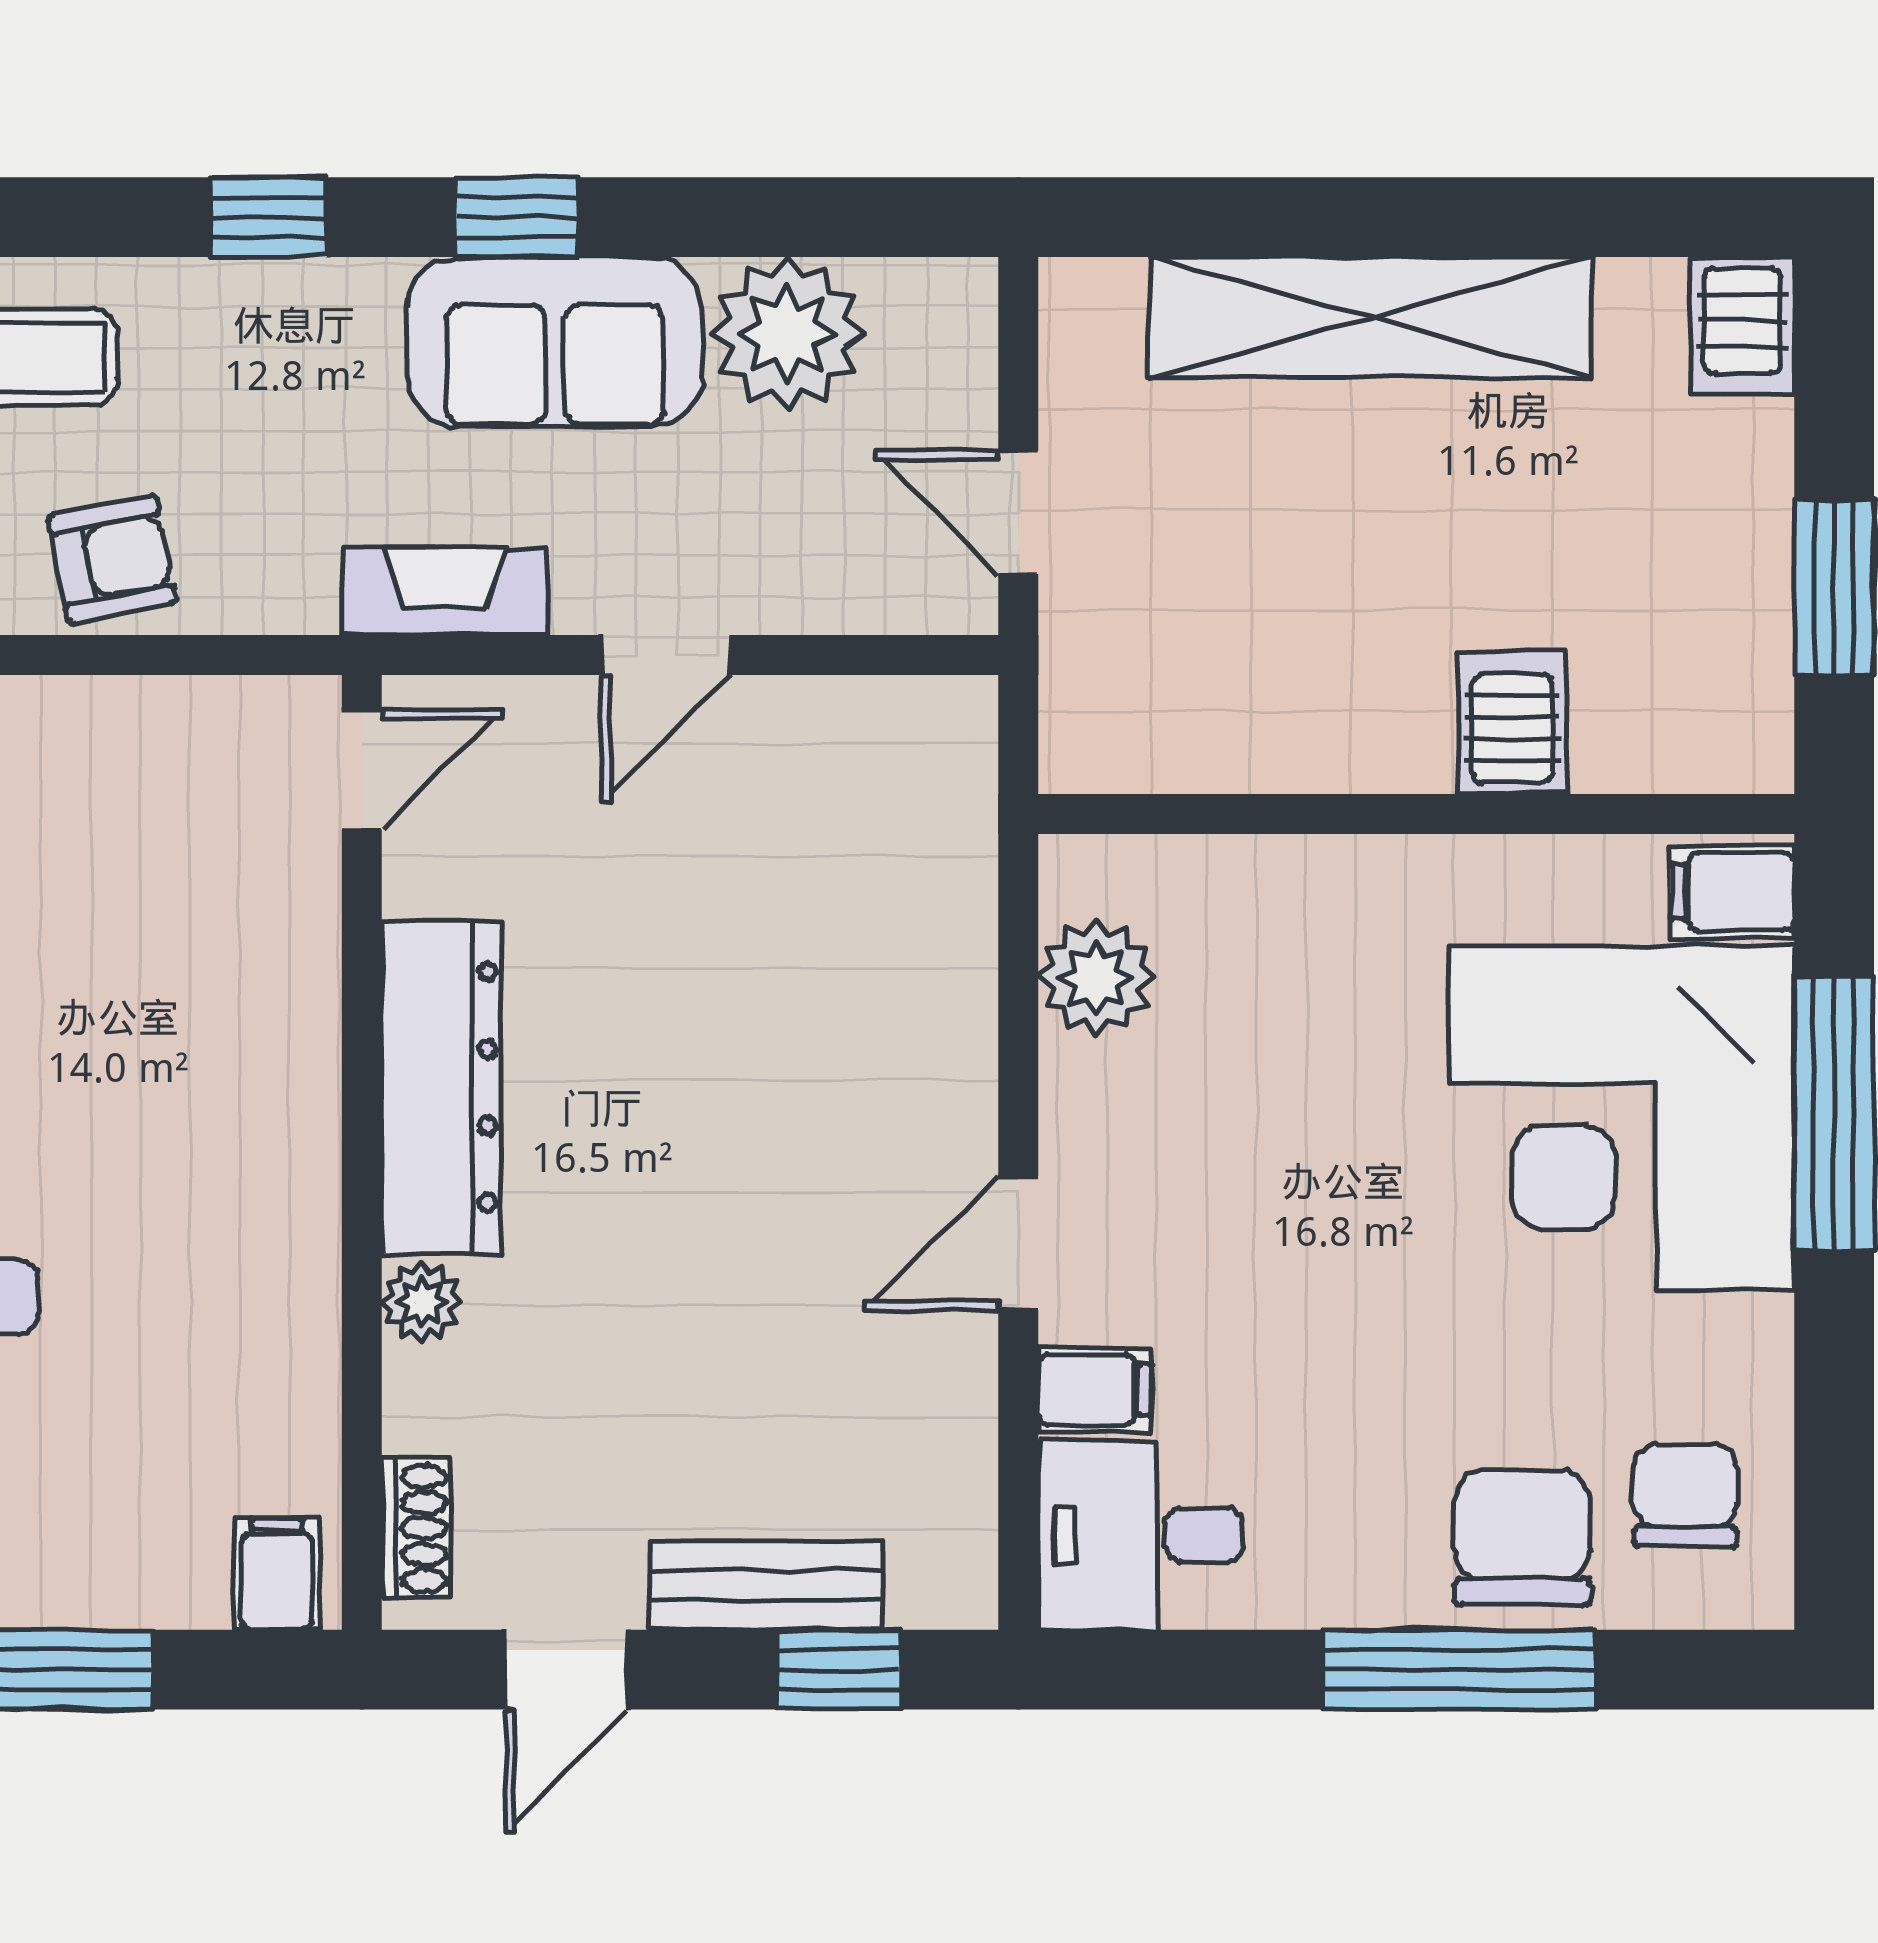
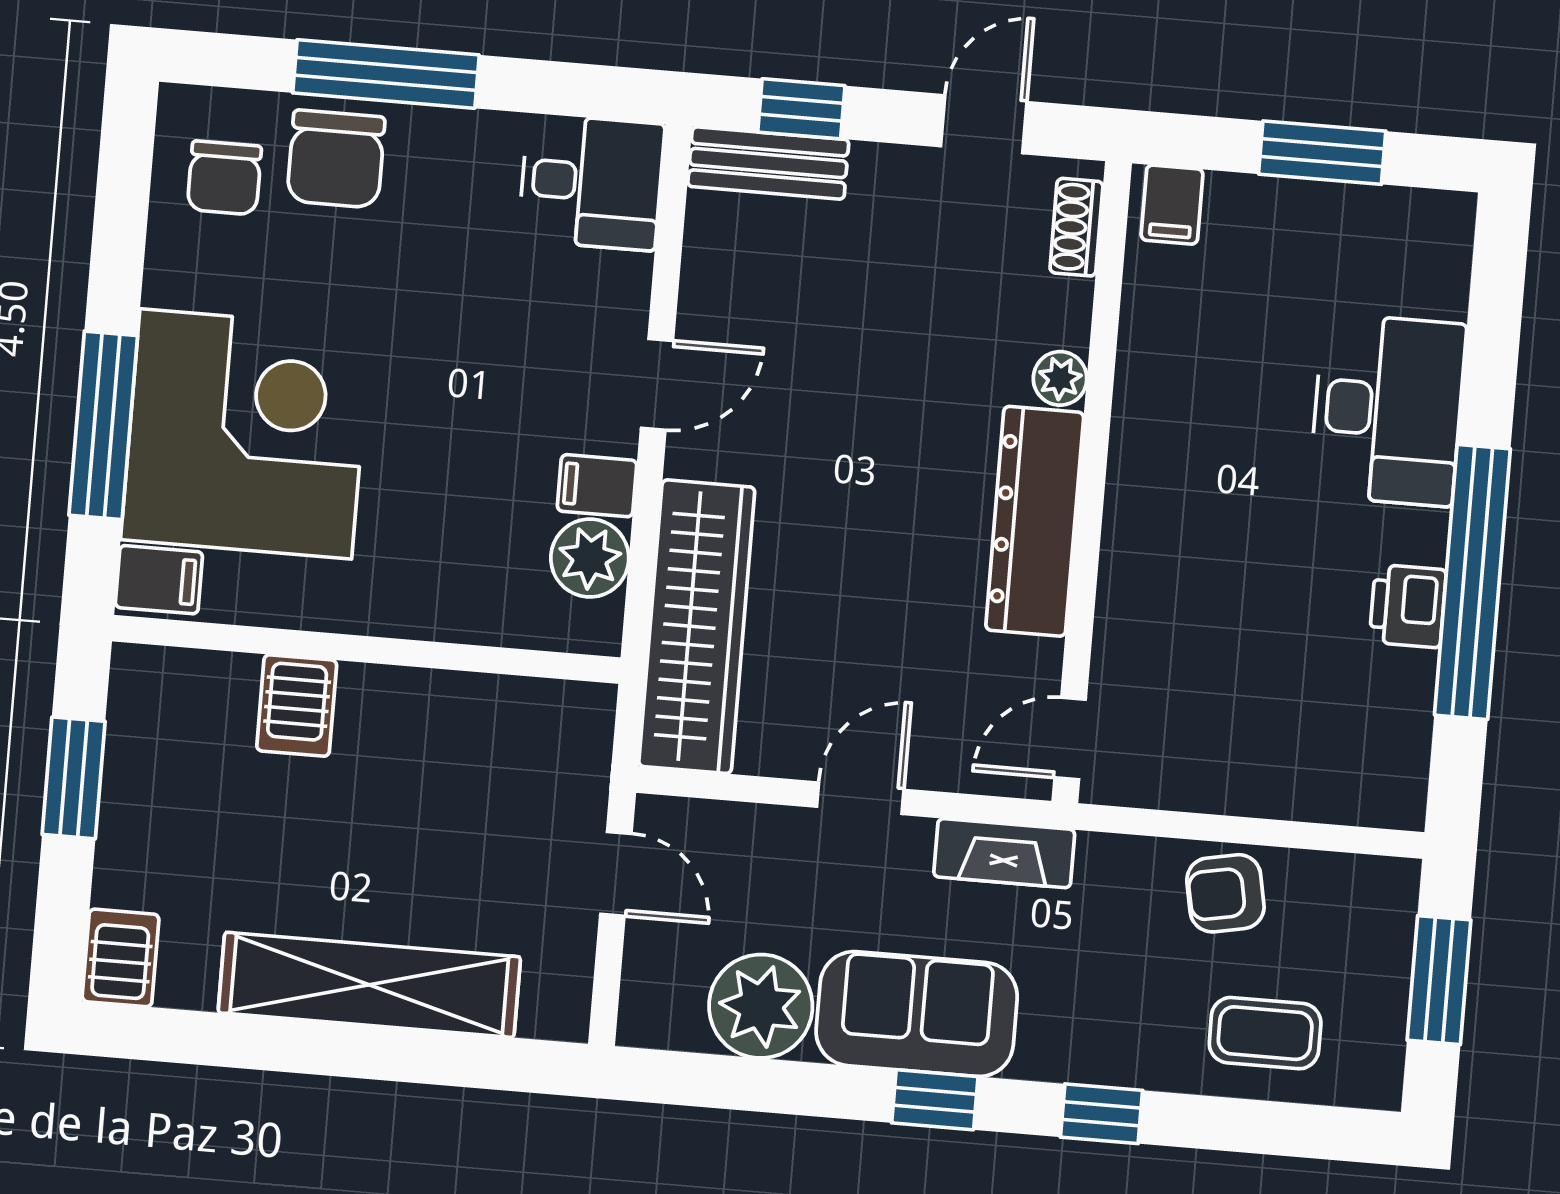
wardrobe: (929, 889) -> (697, 627), added
filing cabinet: (1095, 1390) -> (597, 486), moved
bench: (765, 1585) -> (768, 163), moved

